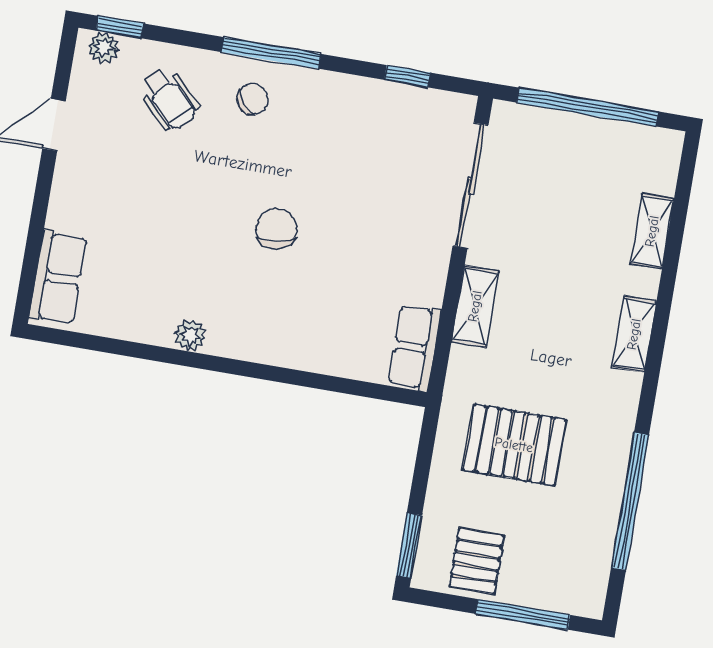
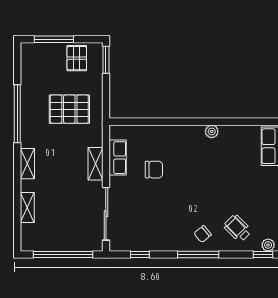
chair: (276, 229) -> (154, 170), moved, turned -80
row of seats: (415, 347) -> (118, 158), moved
window: (630, 501) -> (17, 114), moved

